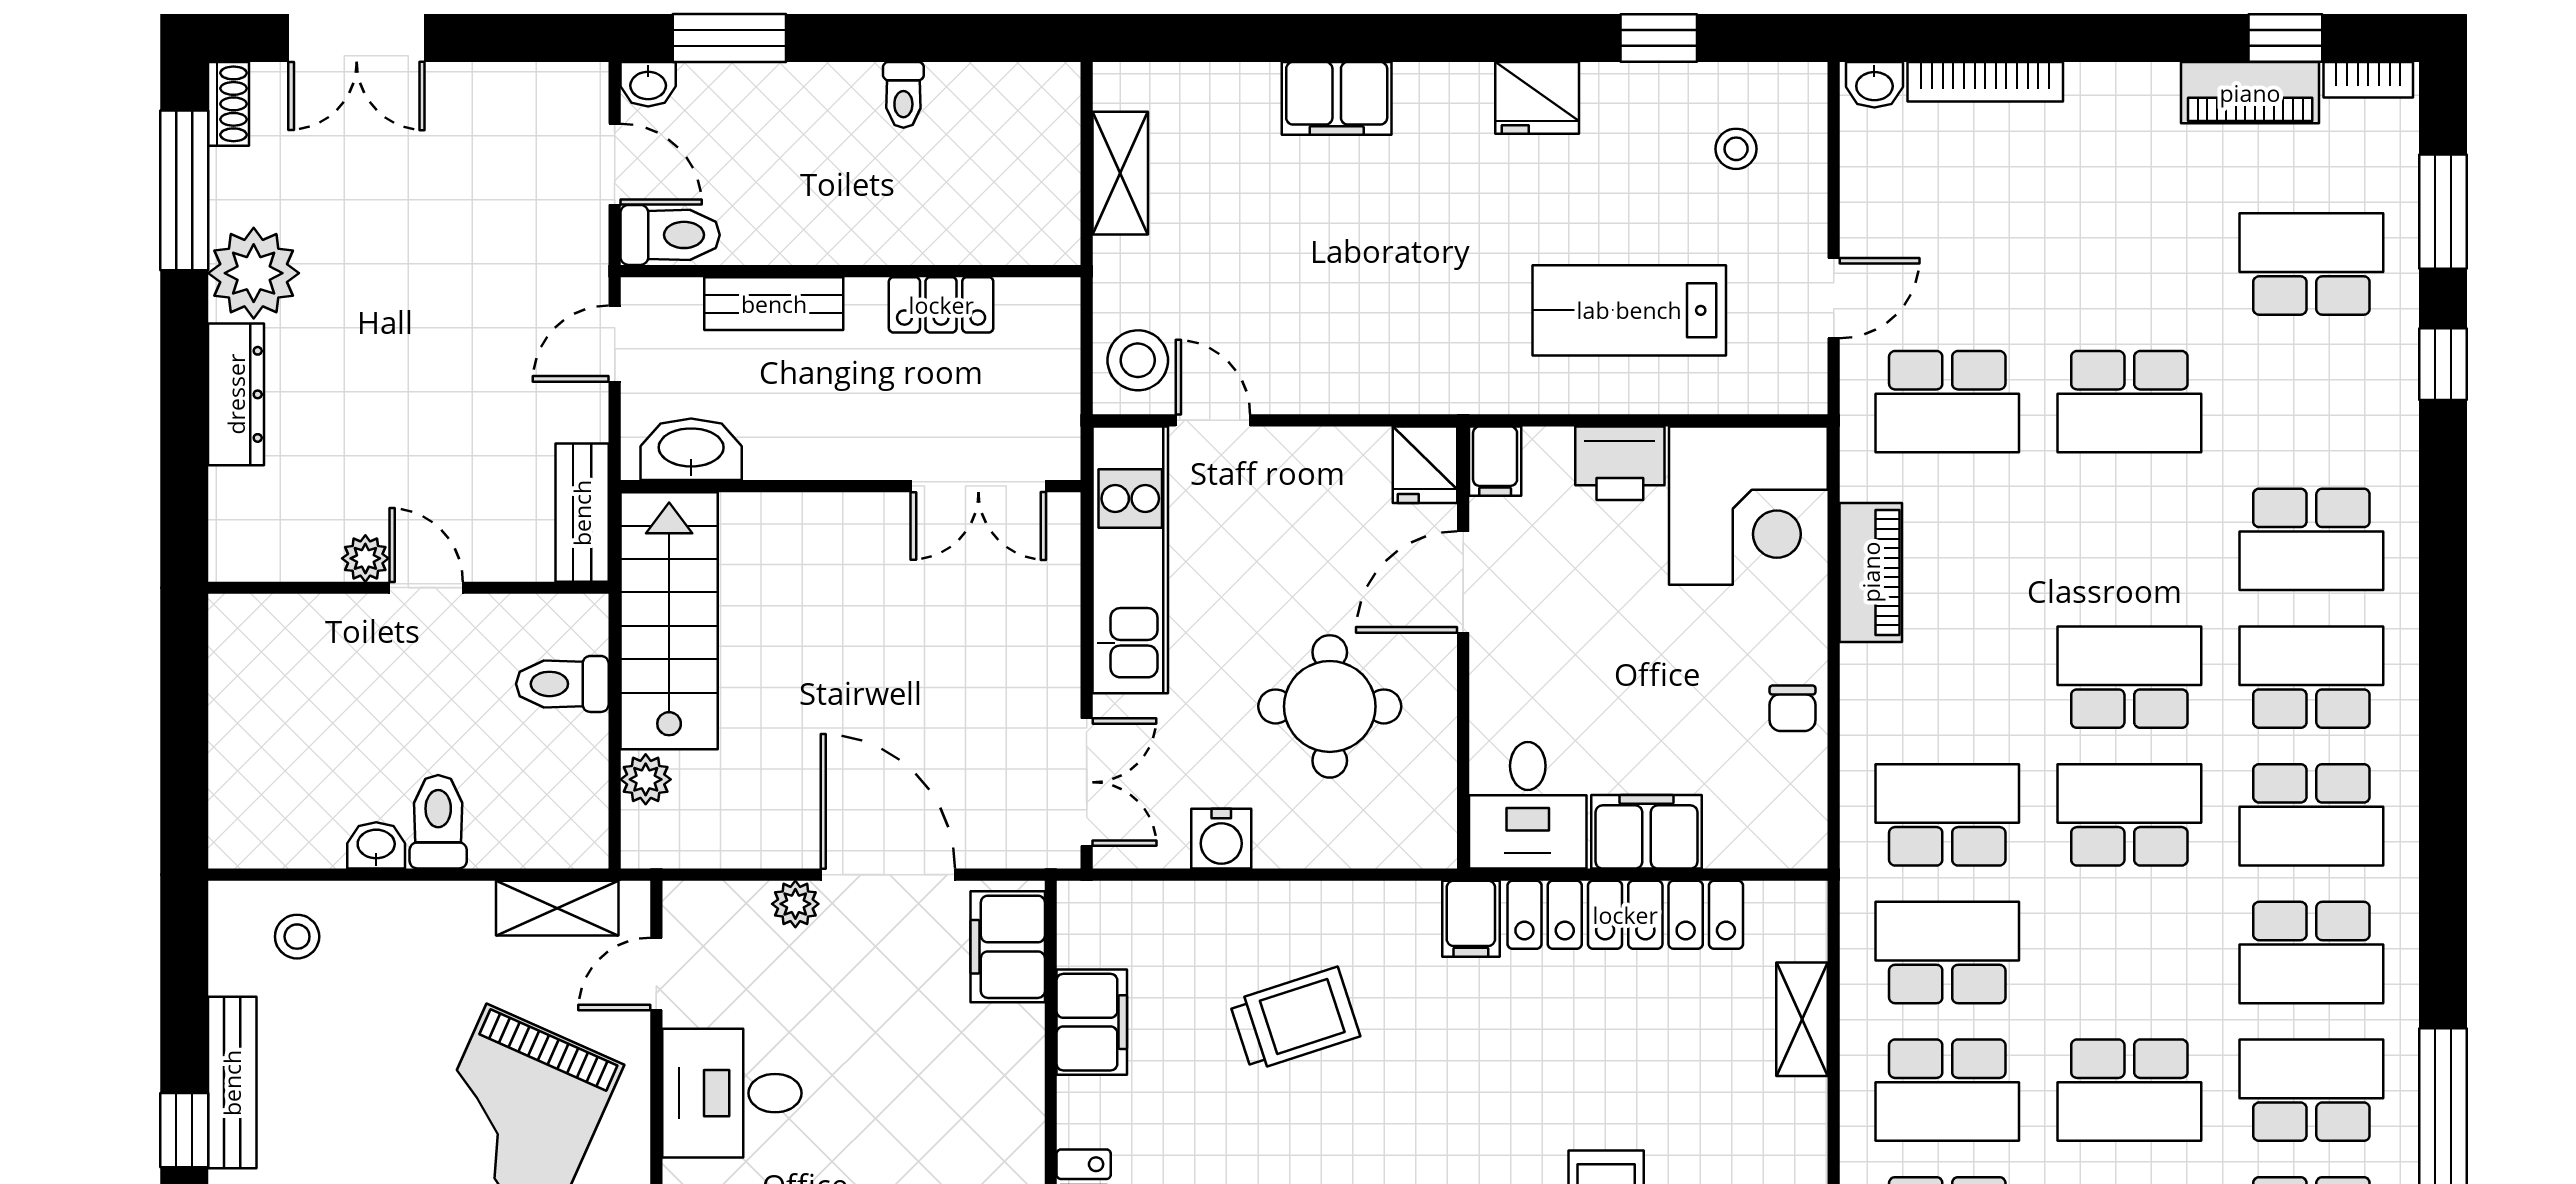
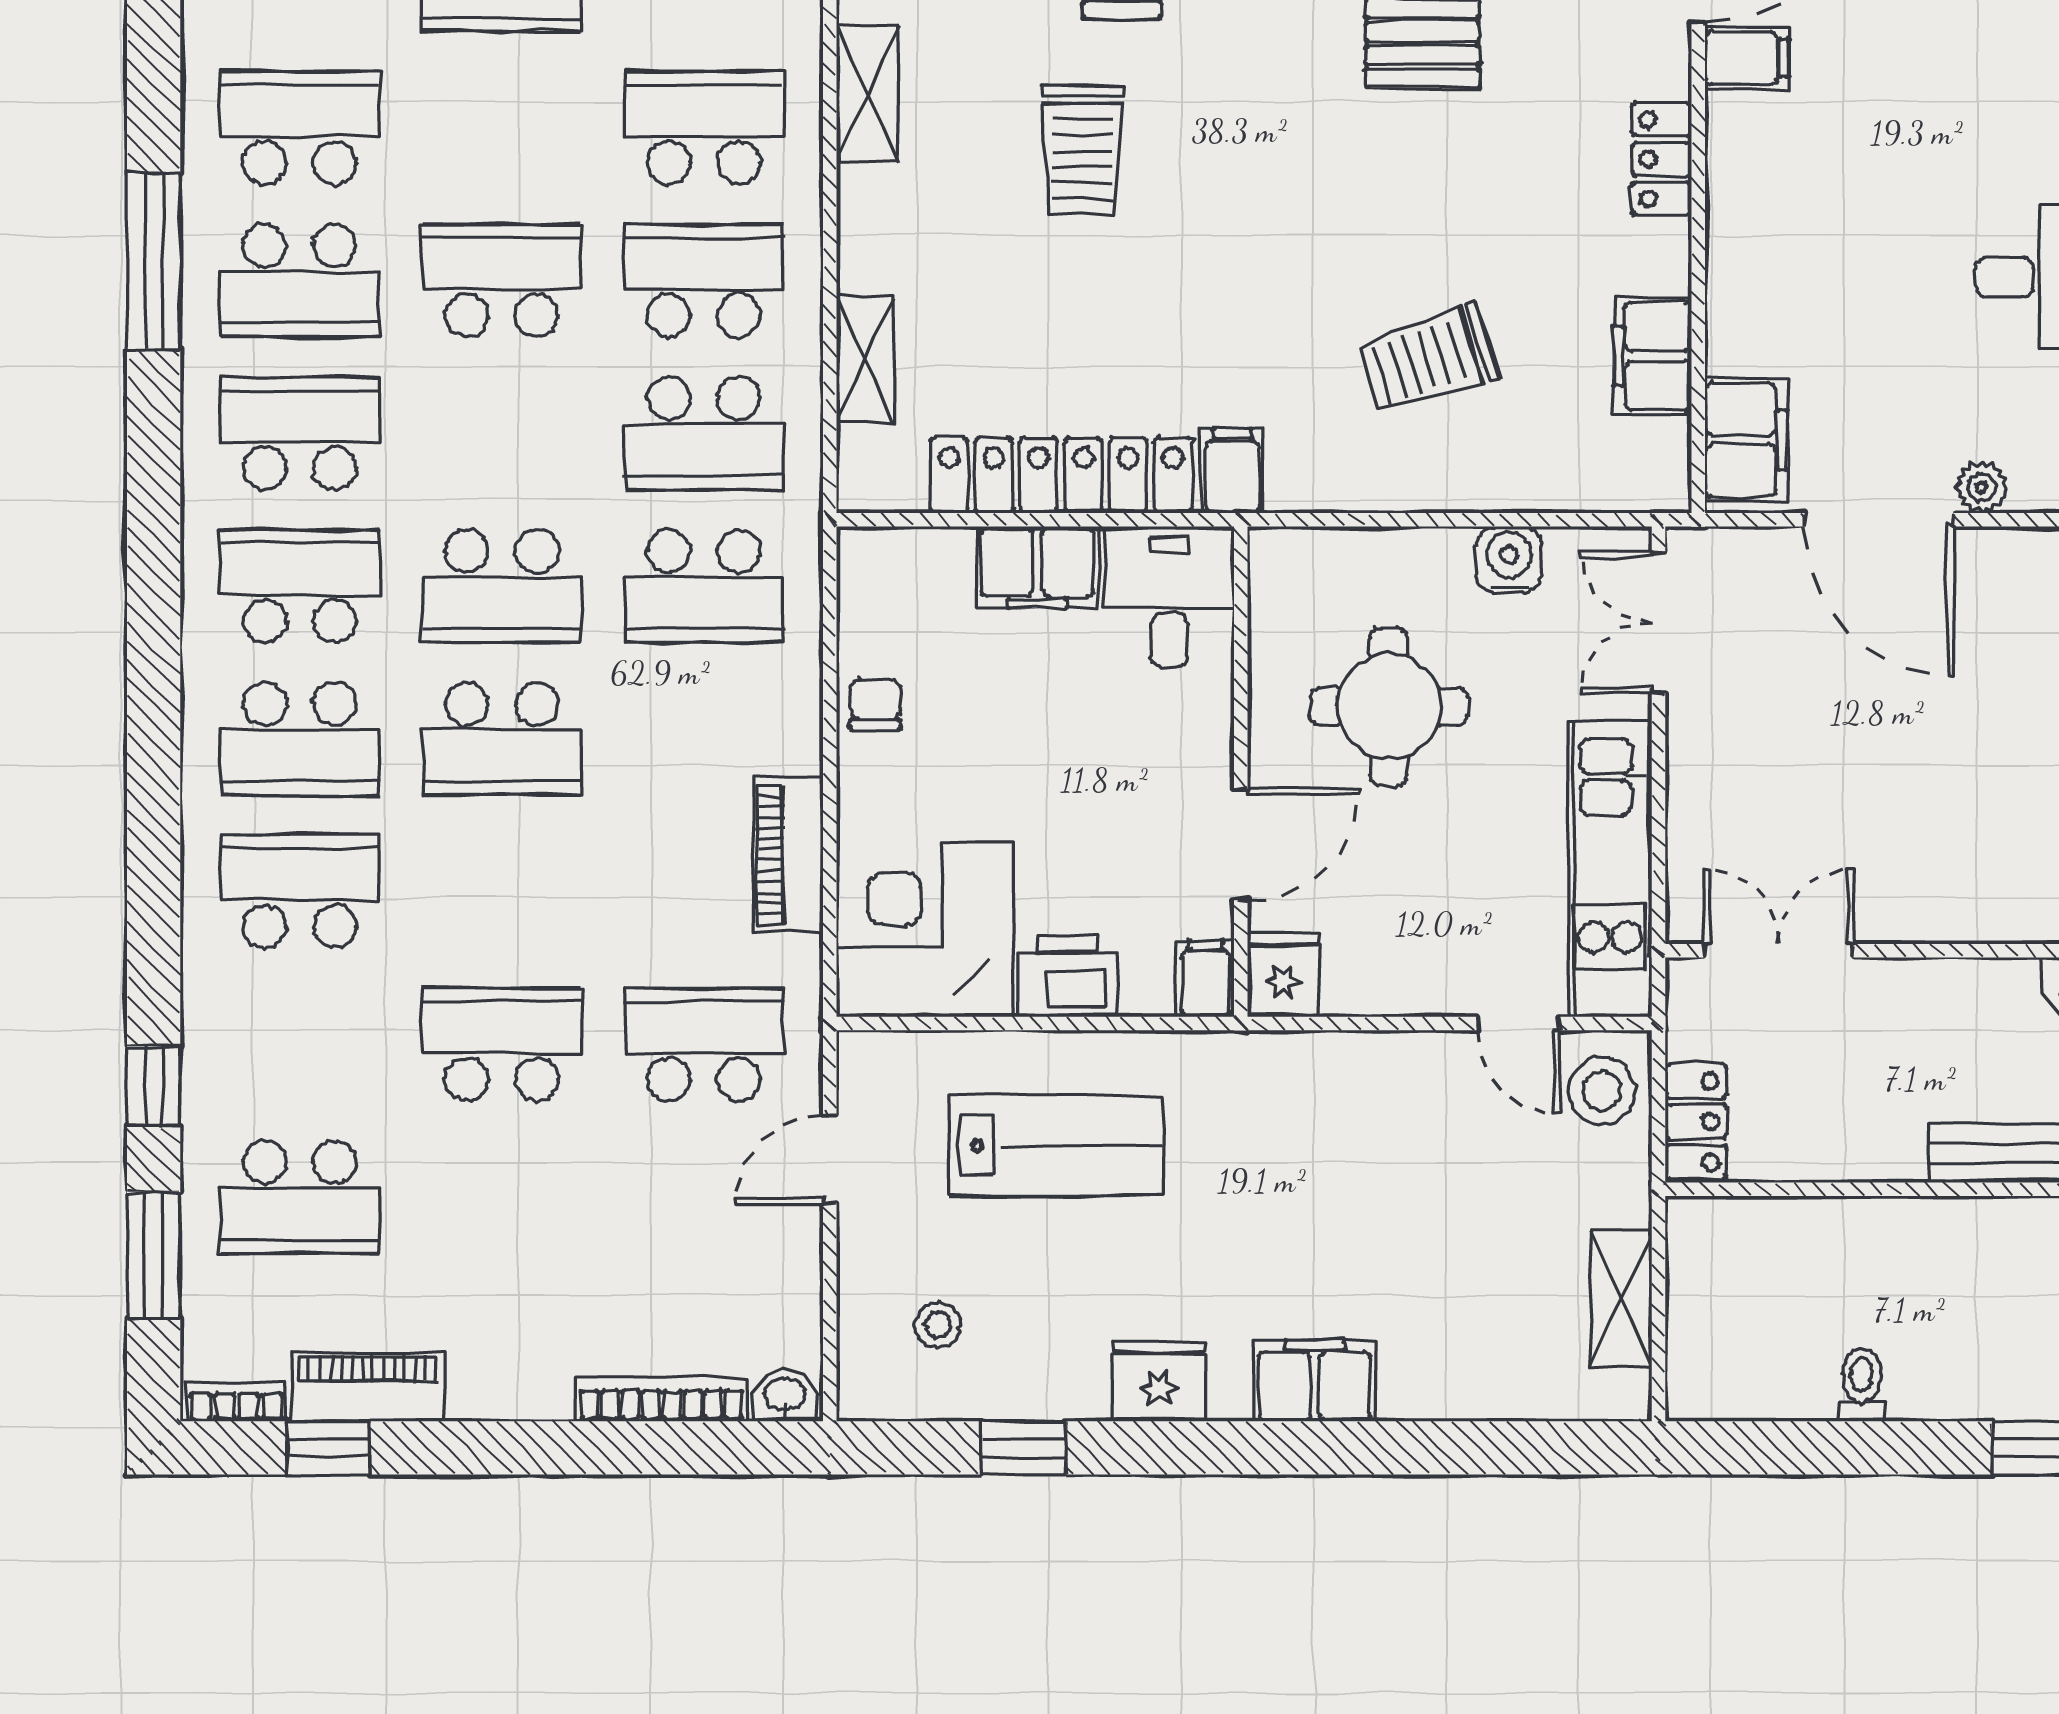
filing cabinet: (1337, 98) -> (1315, 1381), moved
locker: (941, 305) -> (1696, 1122), moved, turned 90

